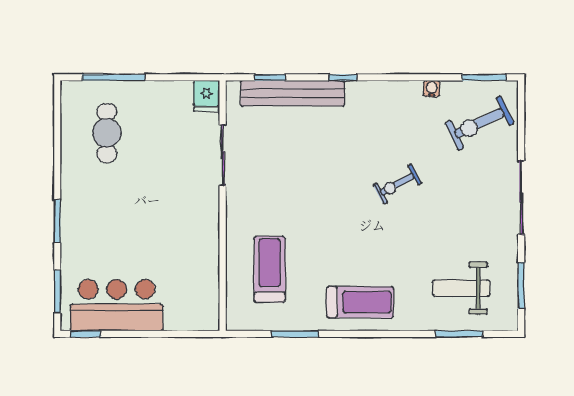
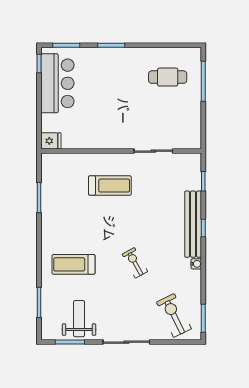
water cooler: (432, 88) -> (196, 264), moved
bench: (293, 93) -> (193, 224), moved
fridge: (207, 96) -> (51, 141), moved, turned 180
treadmill: (270, 269) -> (110, 186), moved
weight bench: (461, 288) -> (79, 319), moved
treadmill: (360, 302) -> (73, 264), moved, turned 90

